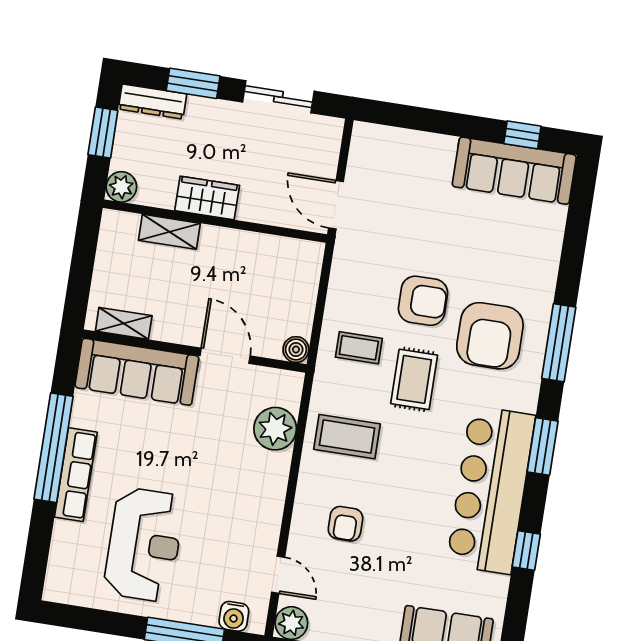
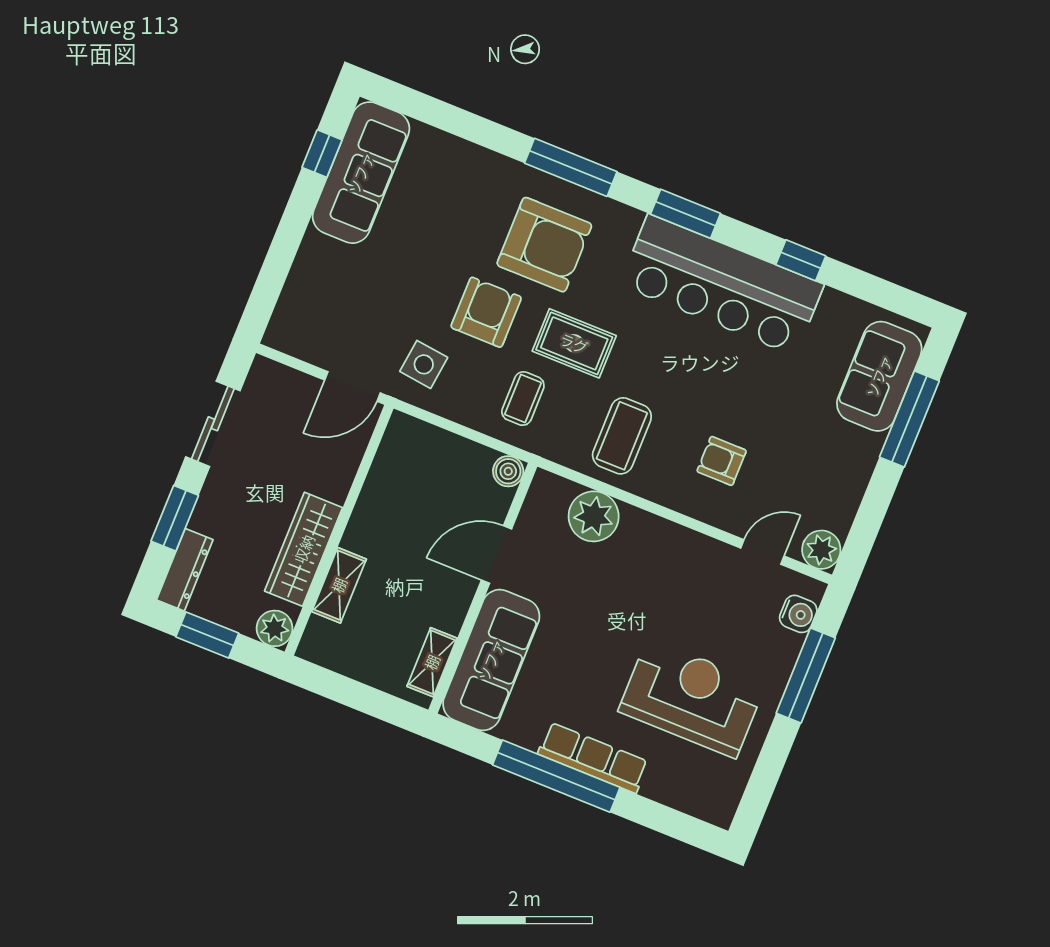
wardrobe: (207, 198) -> (304, 549), width x1.50
side table: (368, 259) -> (424, 364), added
armchair: (345, 524) -> (722, 461), turned 180

